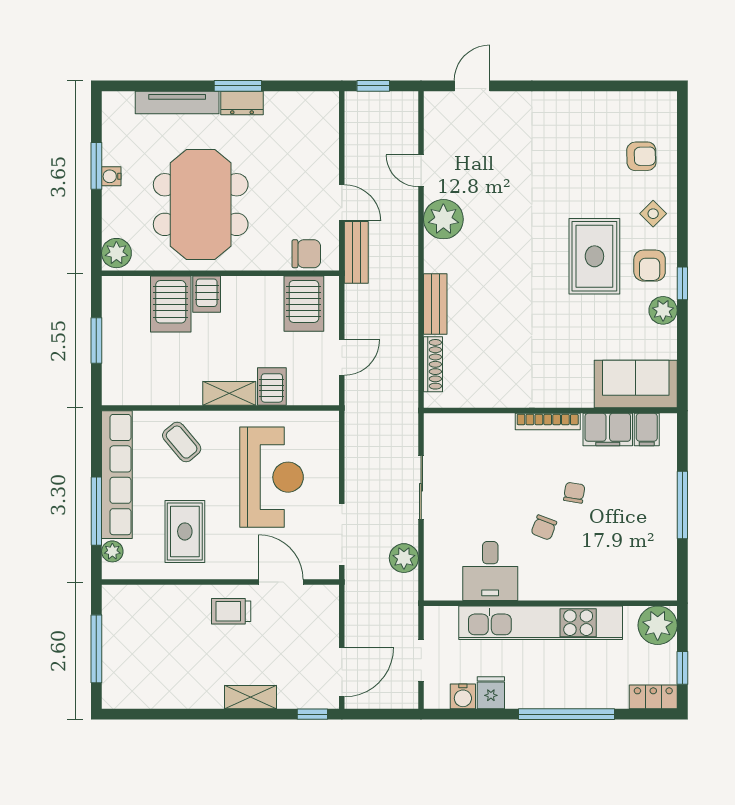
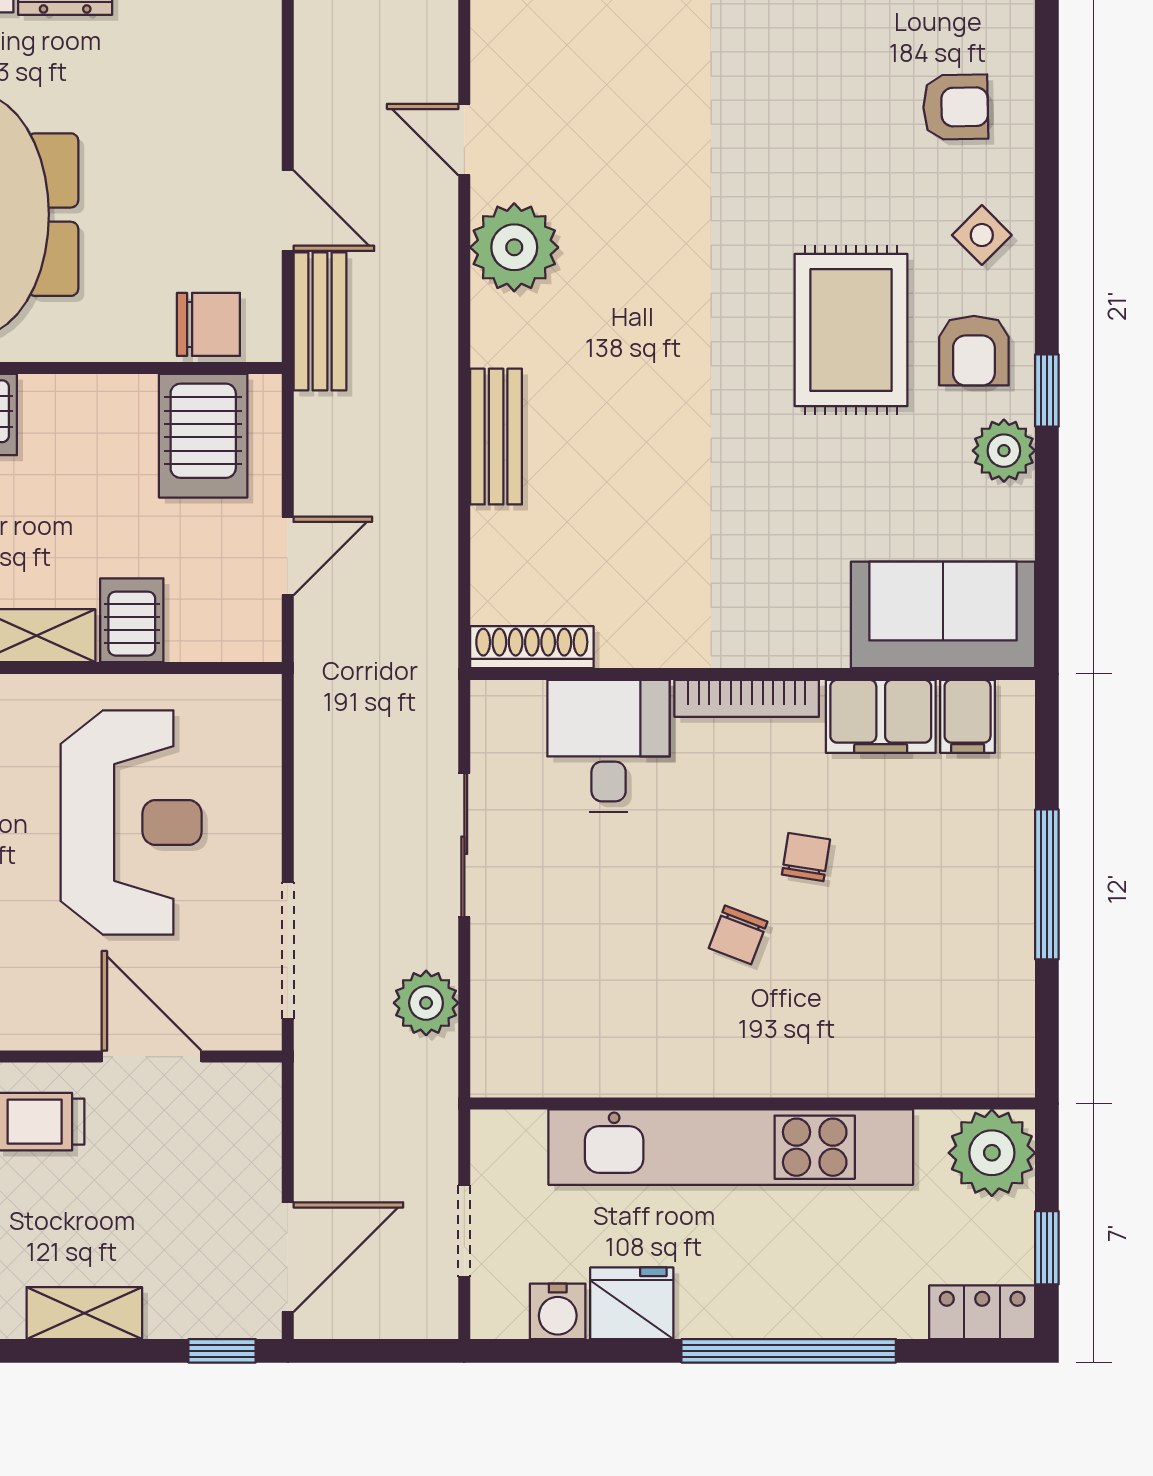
shoe rack: (433, 364) -> (532, 647), moved, turned -90
desk: (490, 571) -> (609, 746), moved, turned 180
fridge: (491, 693) -> (632, 1303), width x1.38

